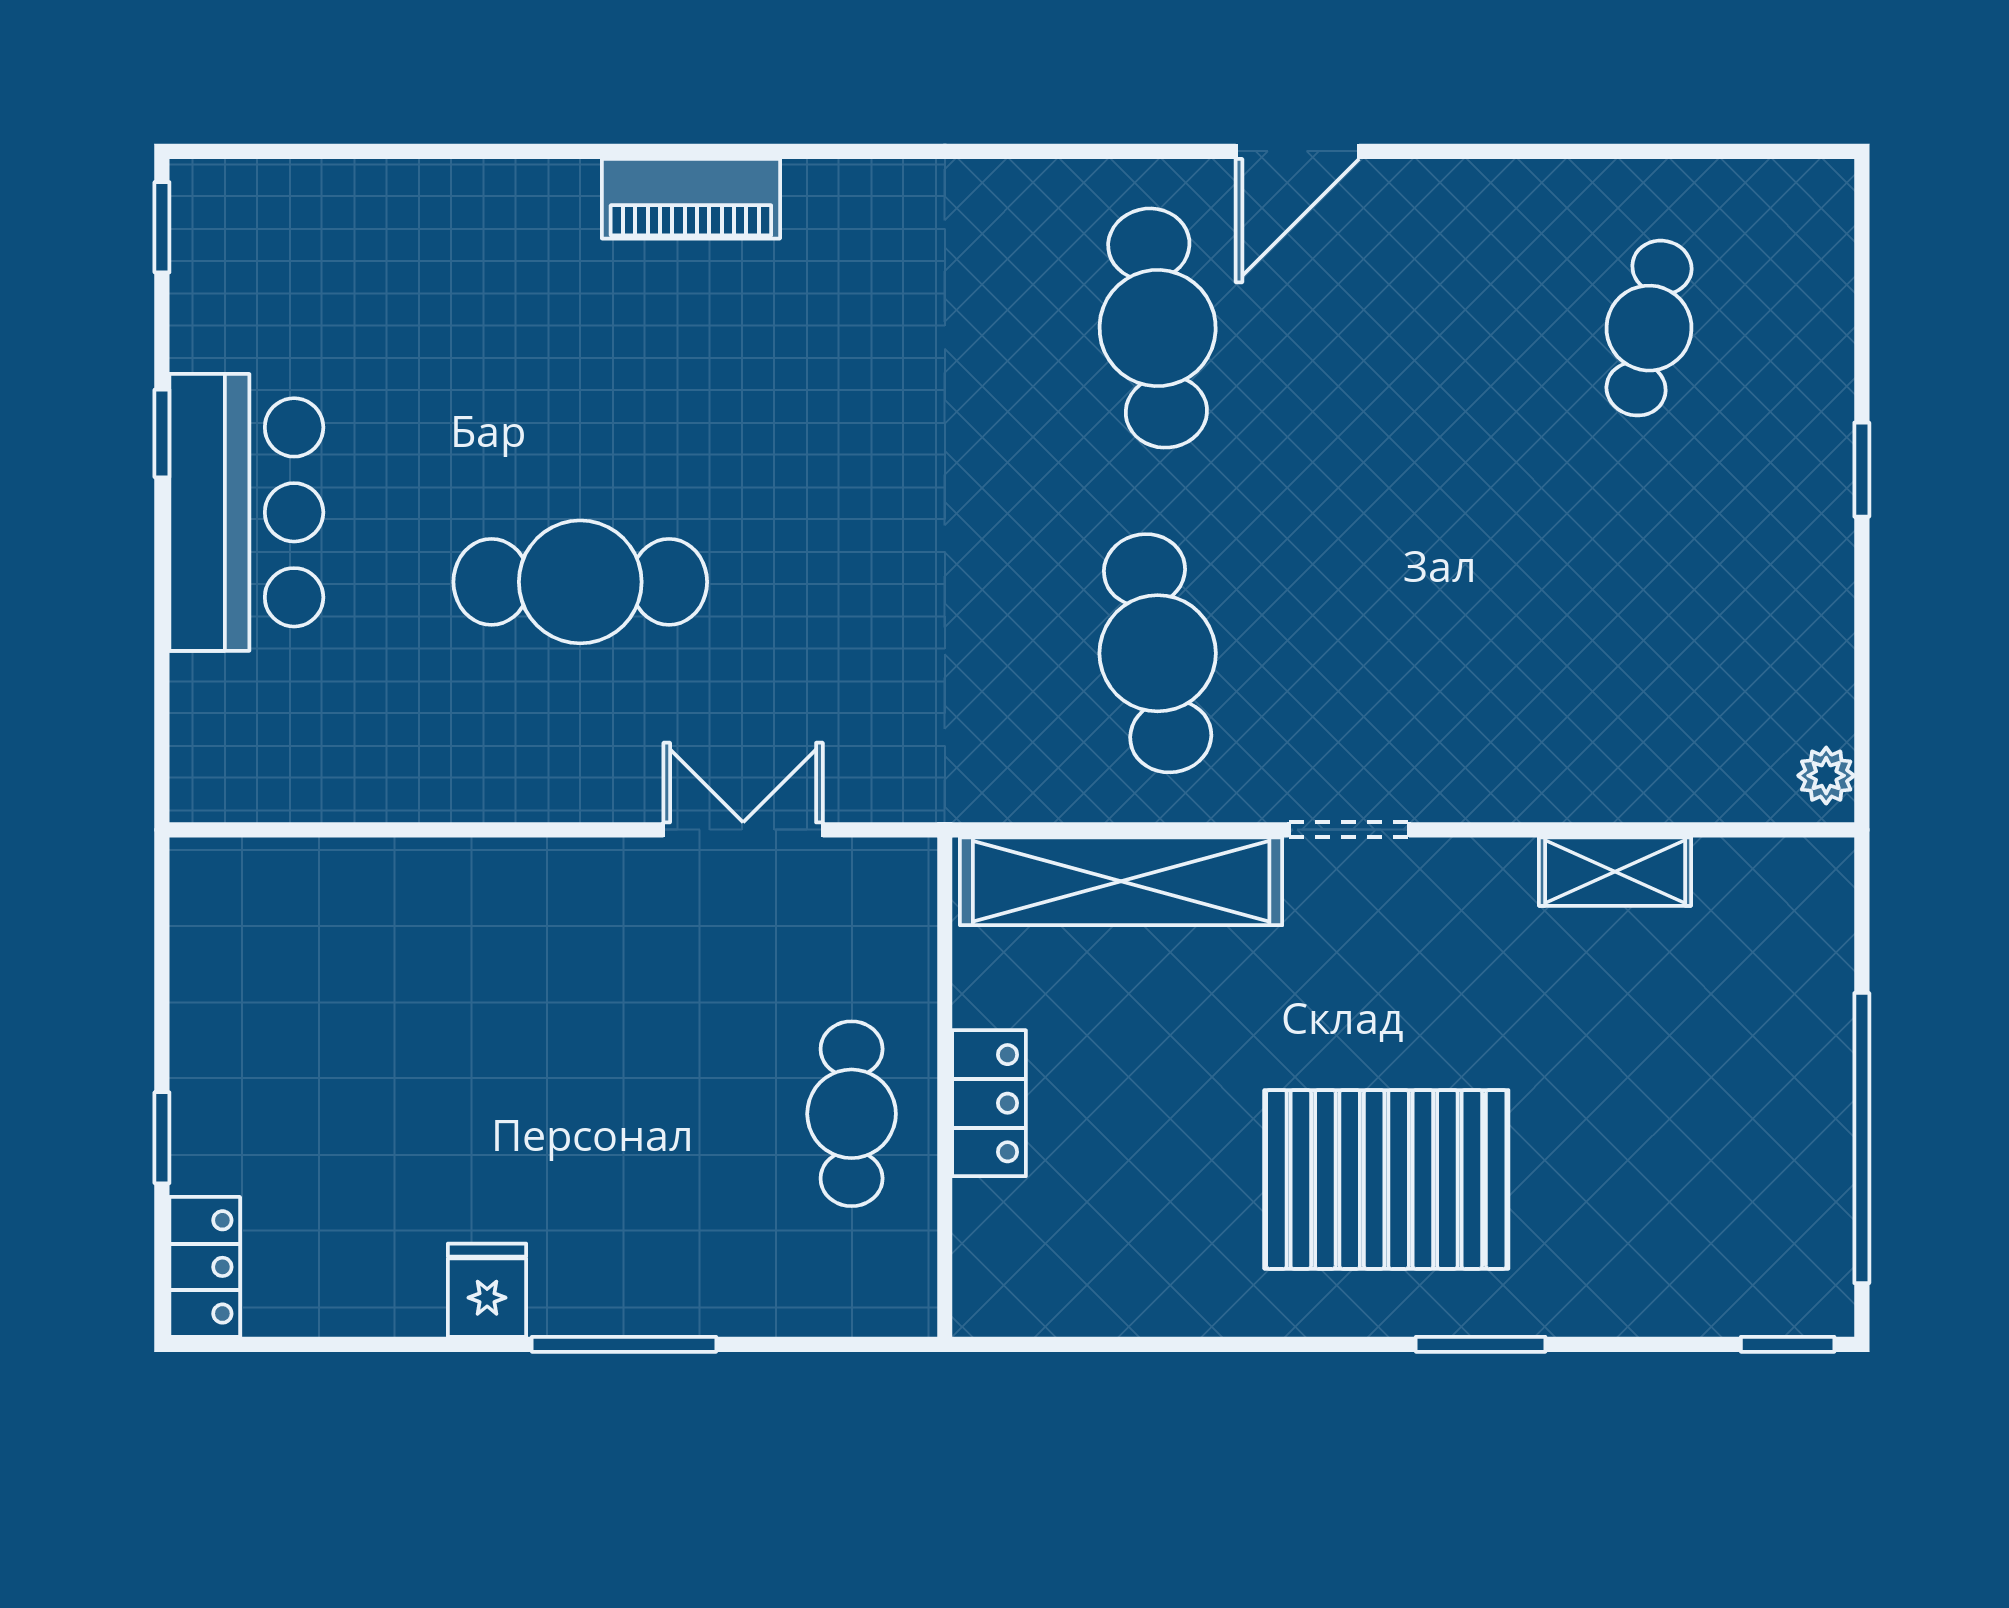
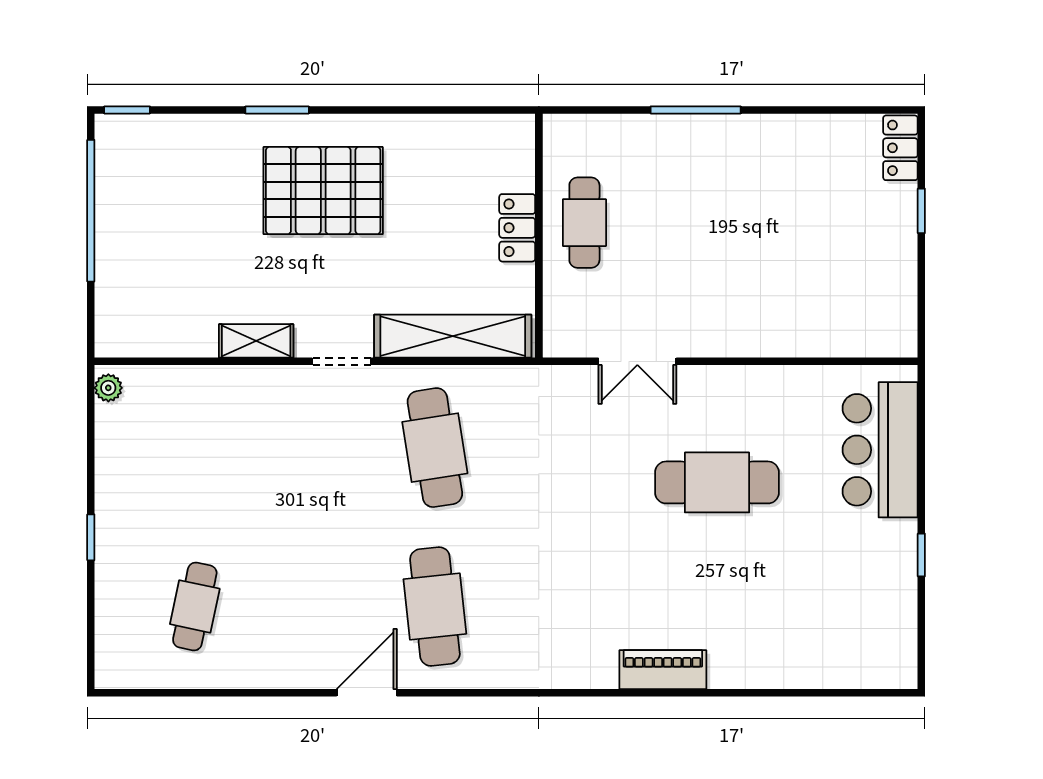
window: (162, 227) -> (921, 656), removed
bar counter: (246, 512) -> (880, 450), moved
shelving: (1615, 872) -> (256, 341), moved
fridge: (487, 1290) -> (763, 136), removed

